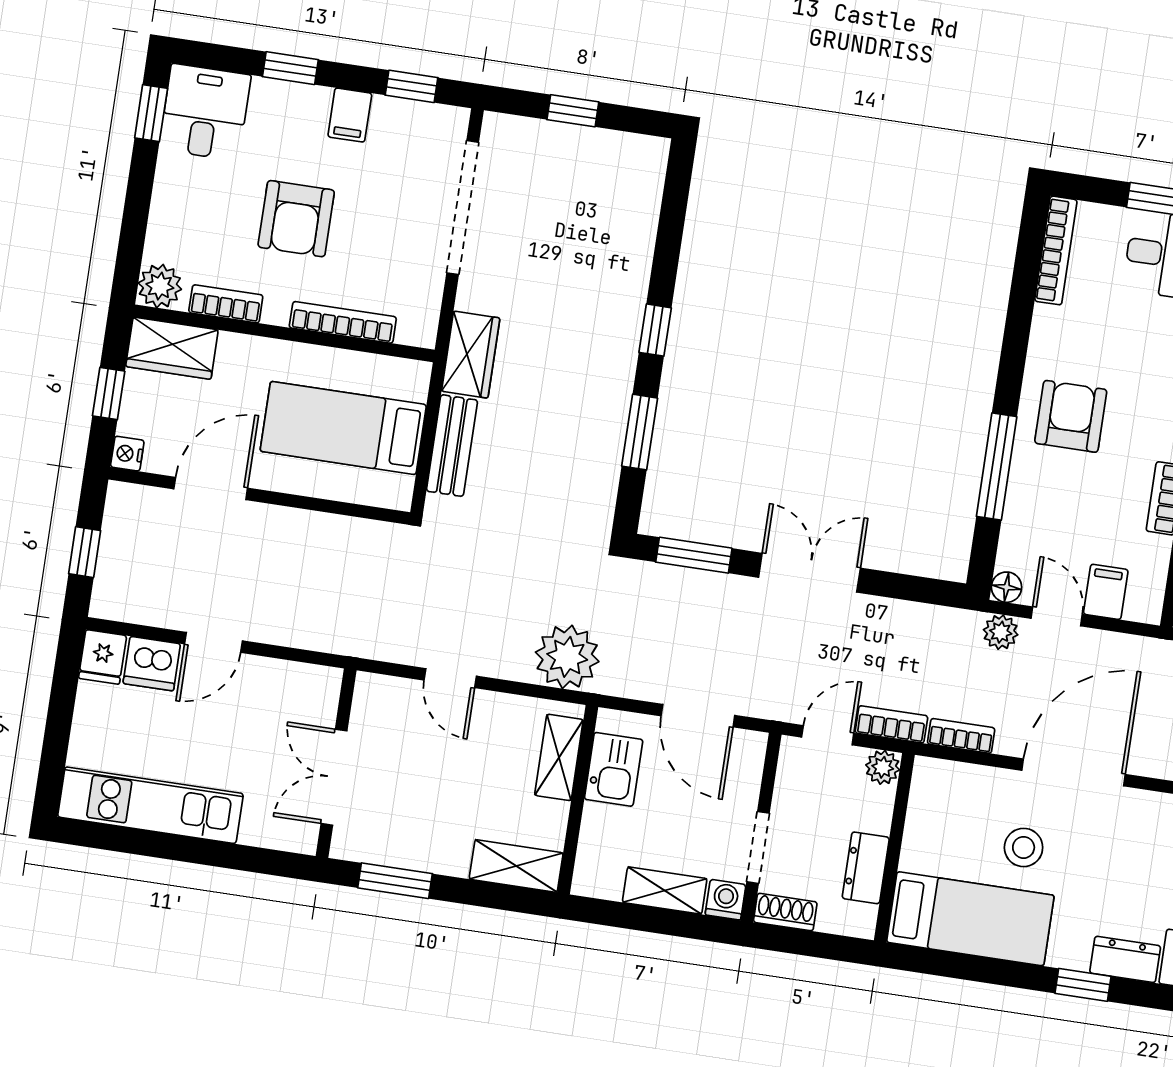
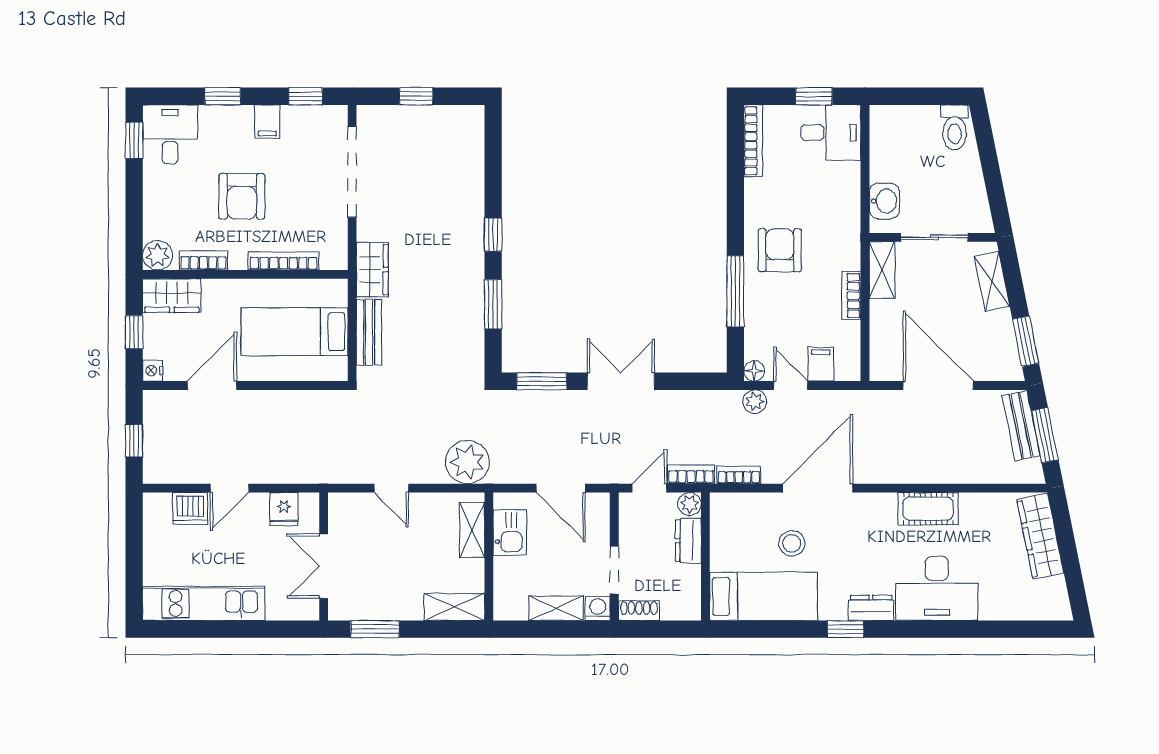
fridge: (103, 657) -> (284, 509), moved
dresser: (866, 868) -> (688, 541), moved

